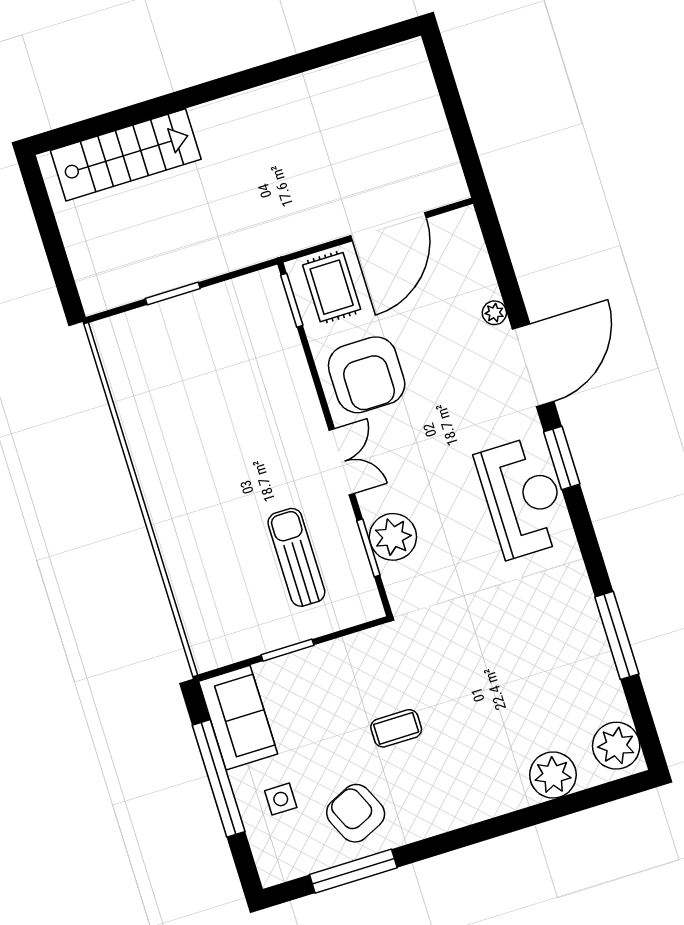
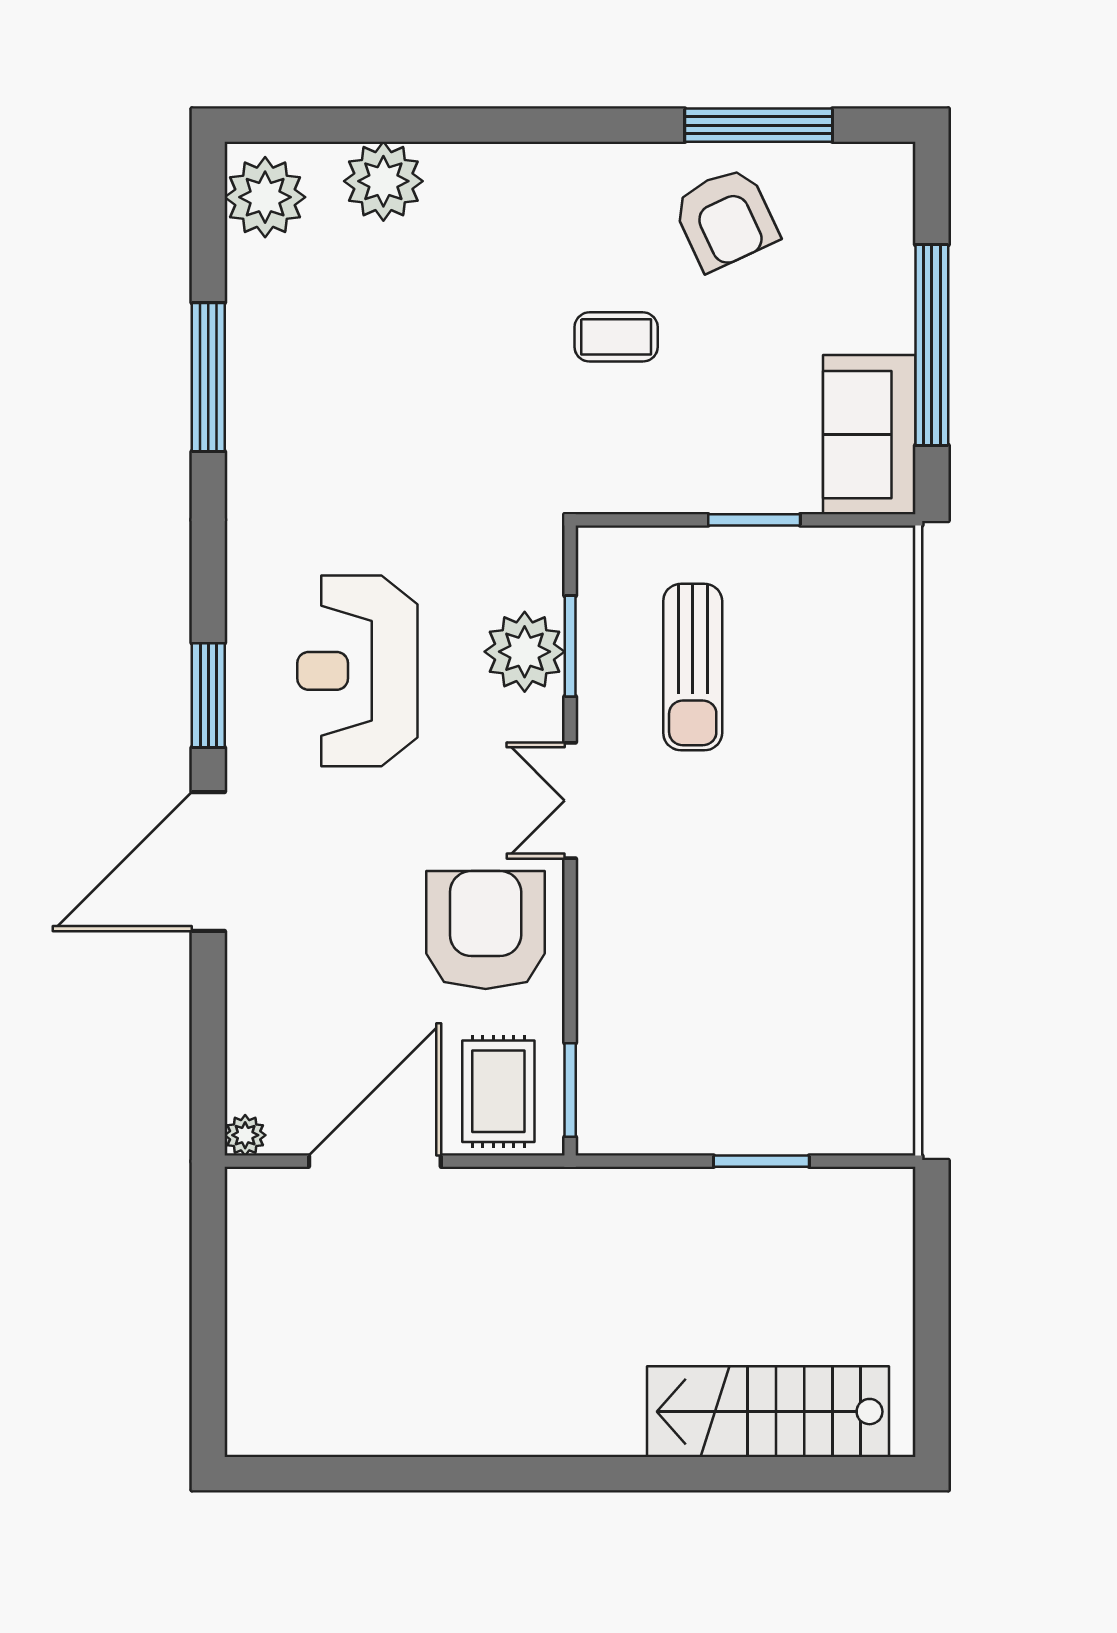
plant: (494, 313) -> (245, 1135), moved
reception desk: (523, 498) -> (357, 671), moved
side table: (281, 799) -> (841, 280), removed

